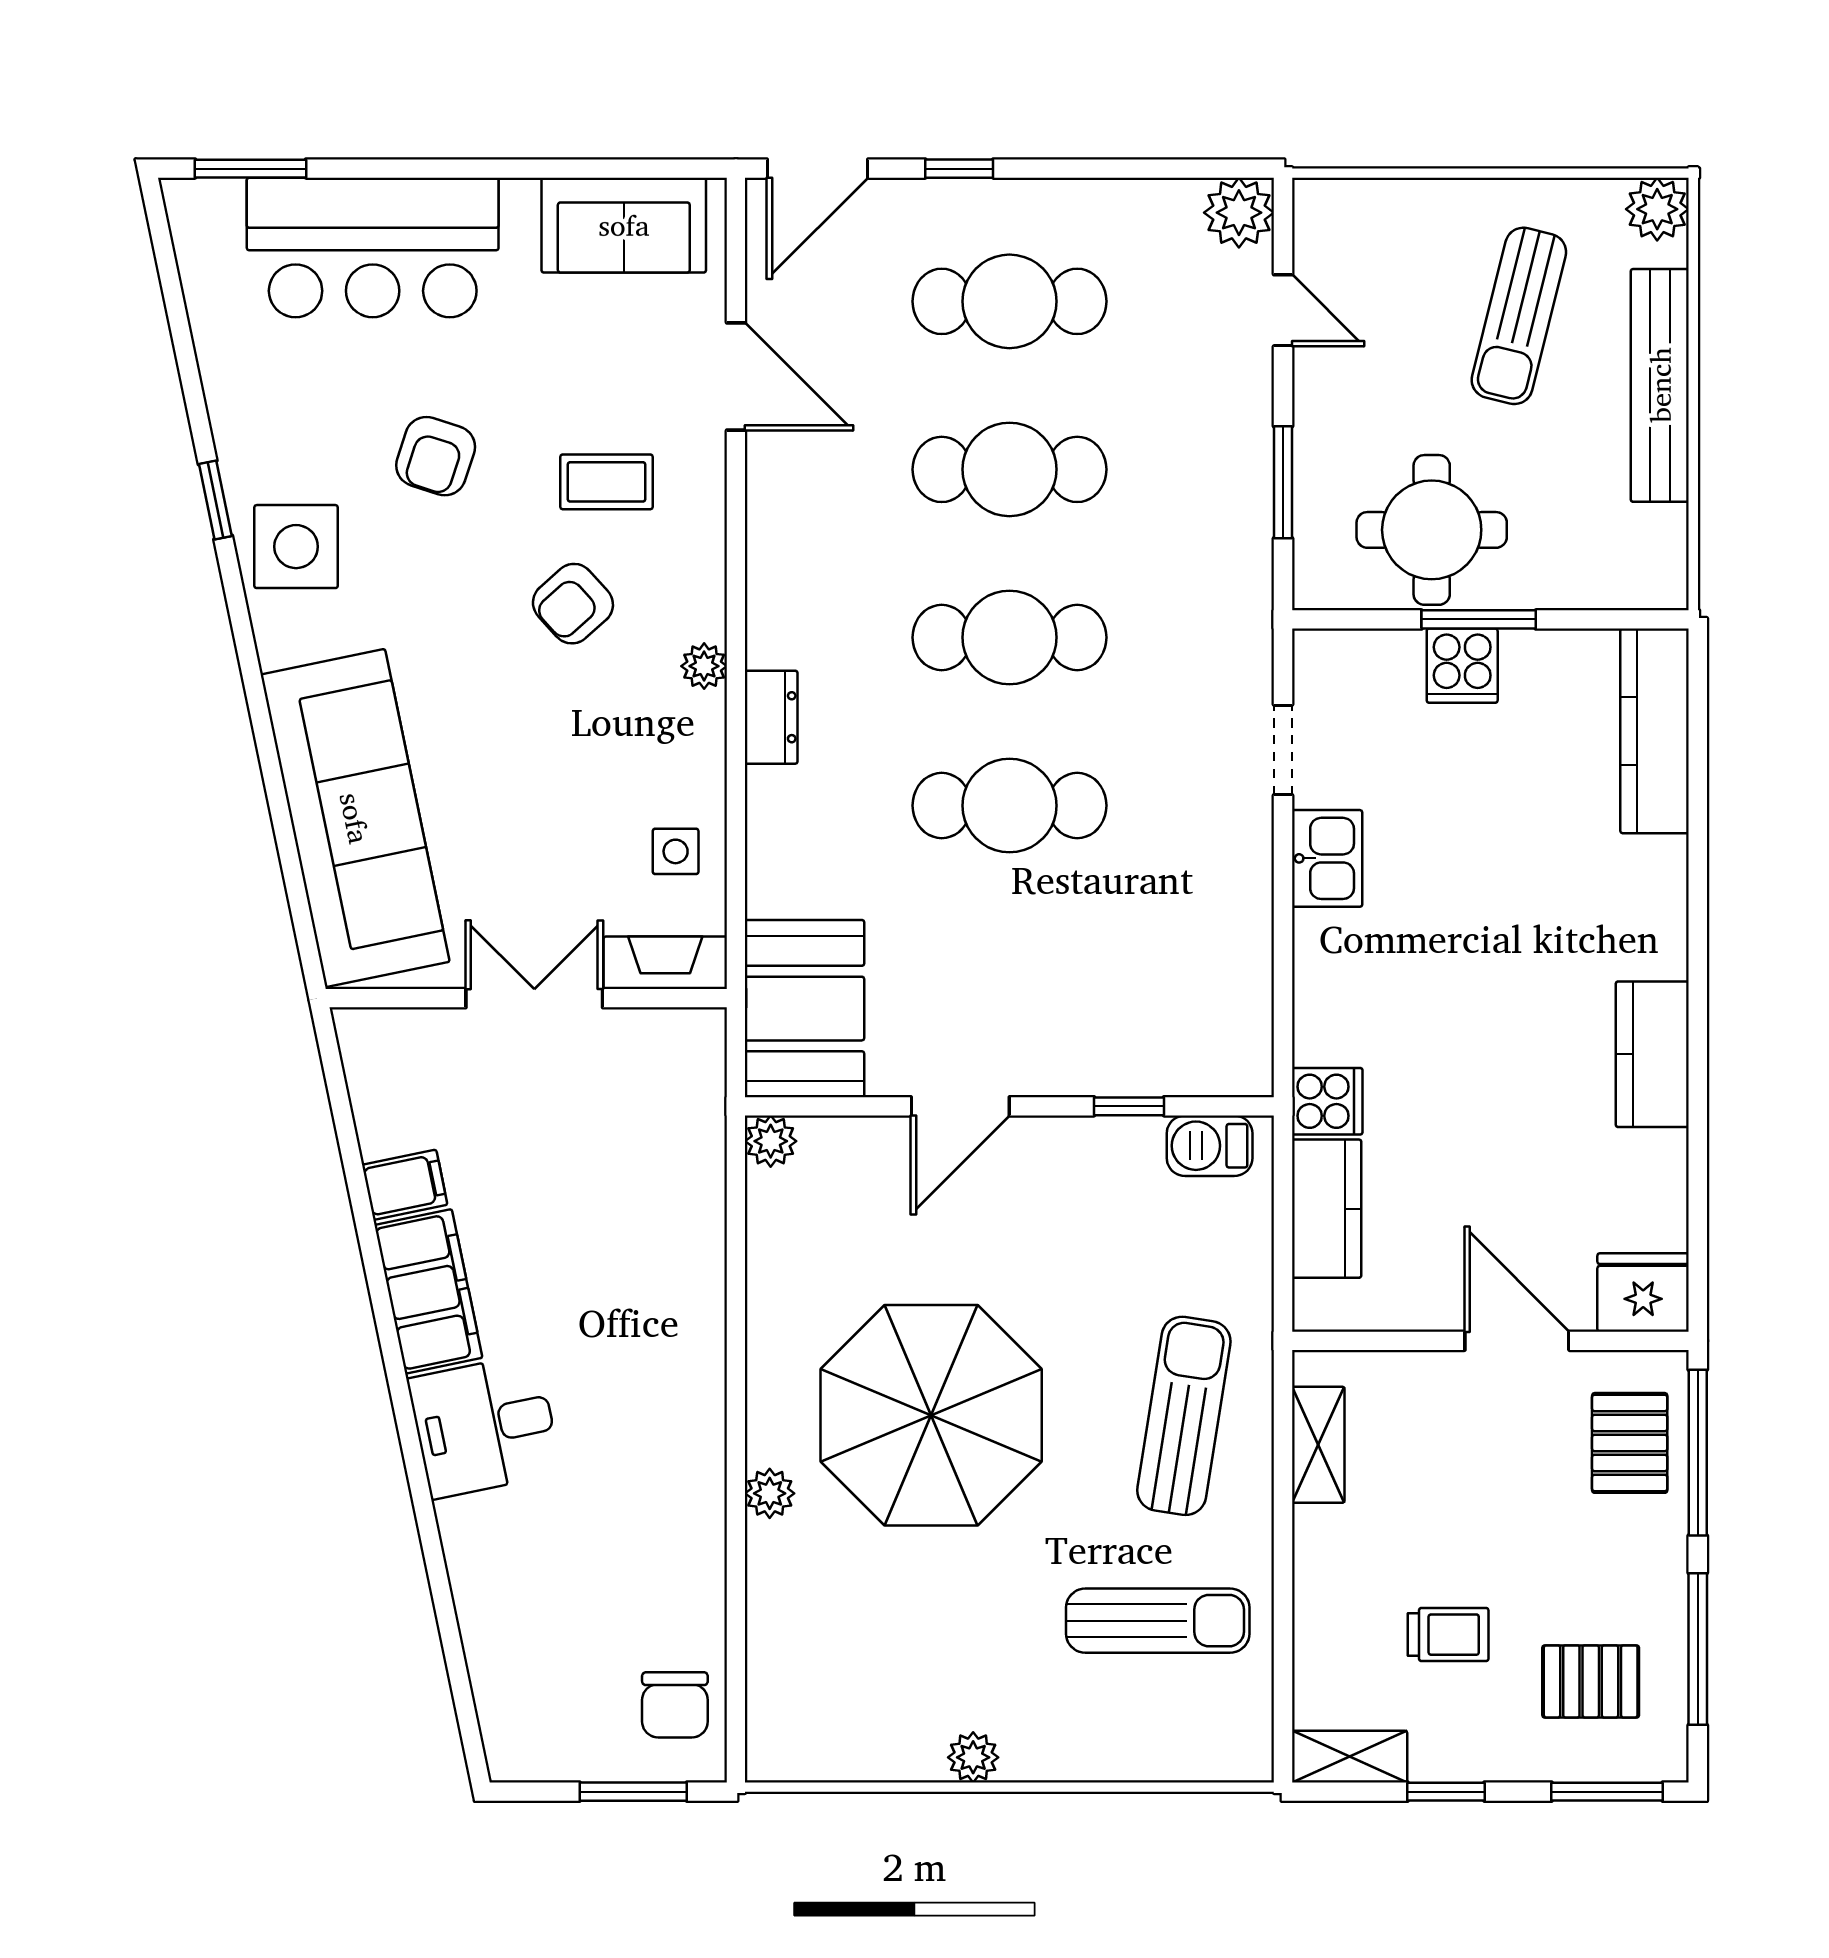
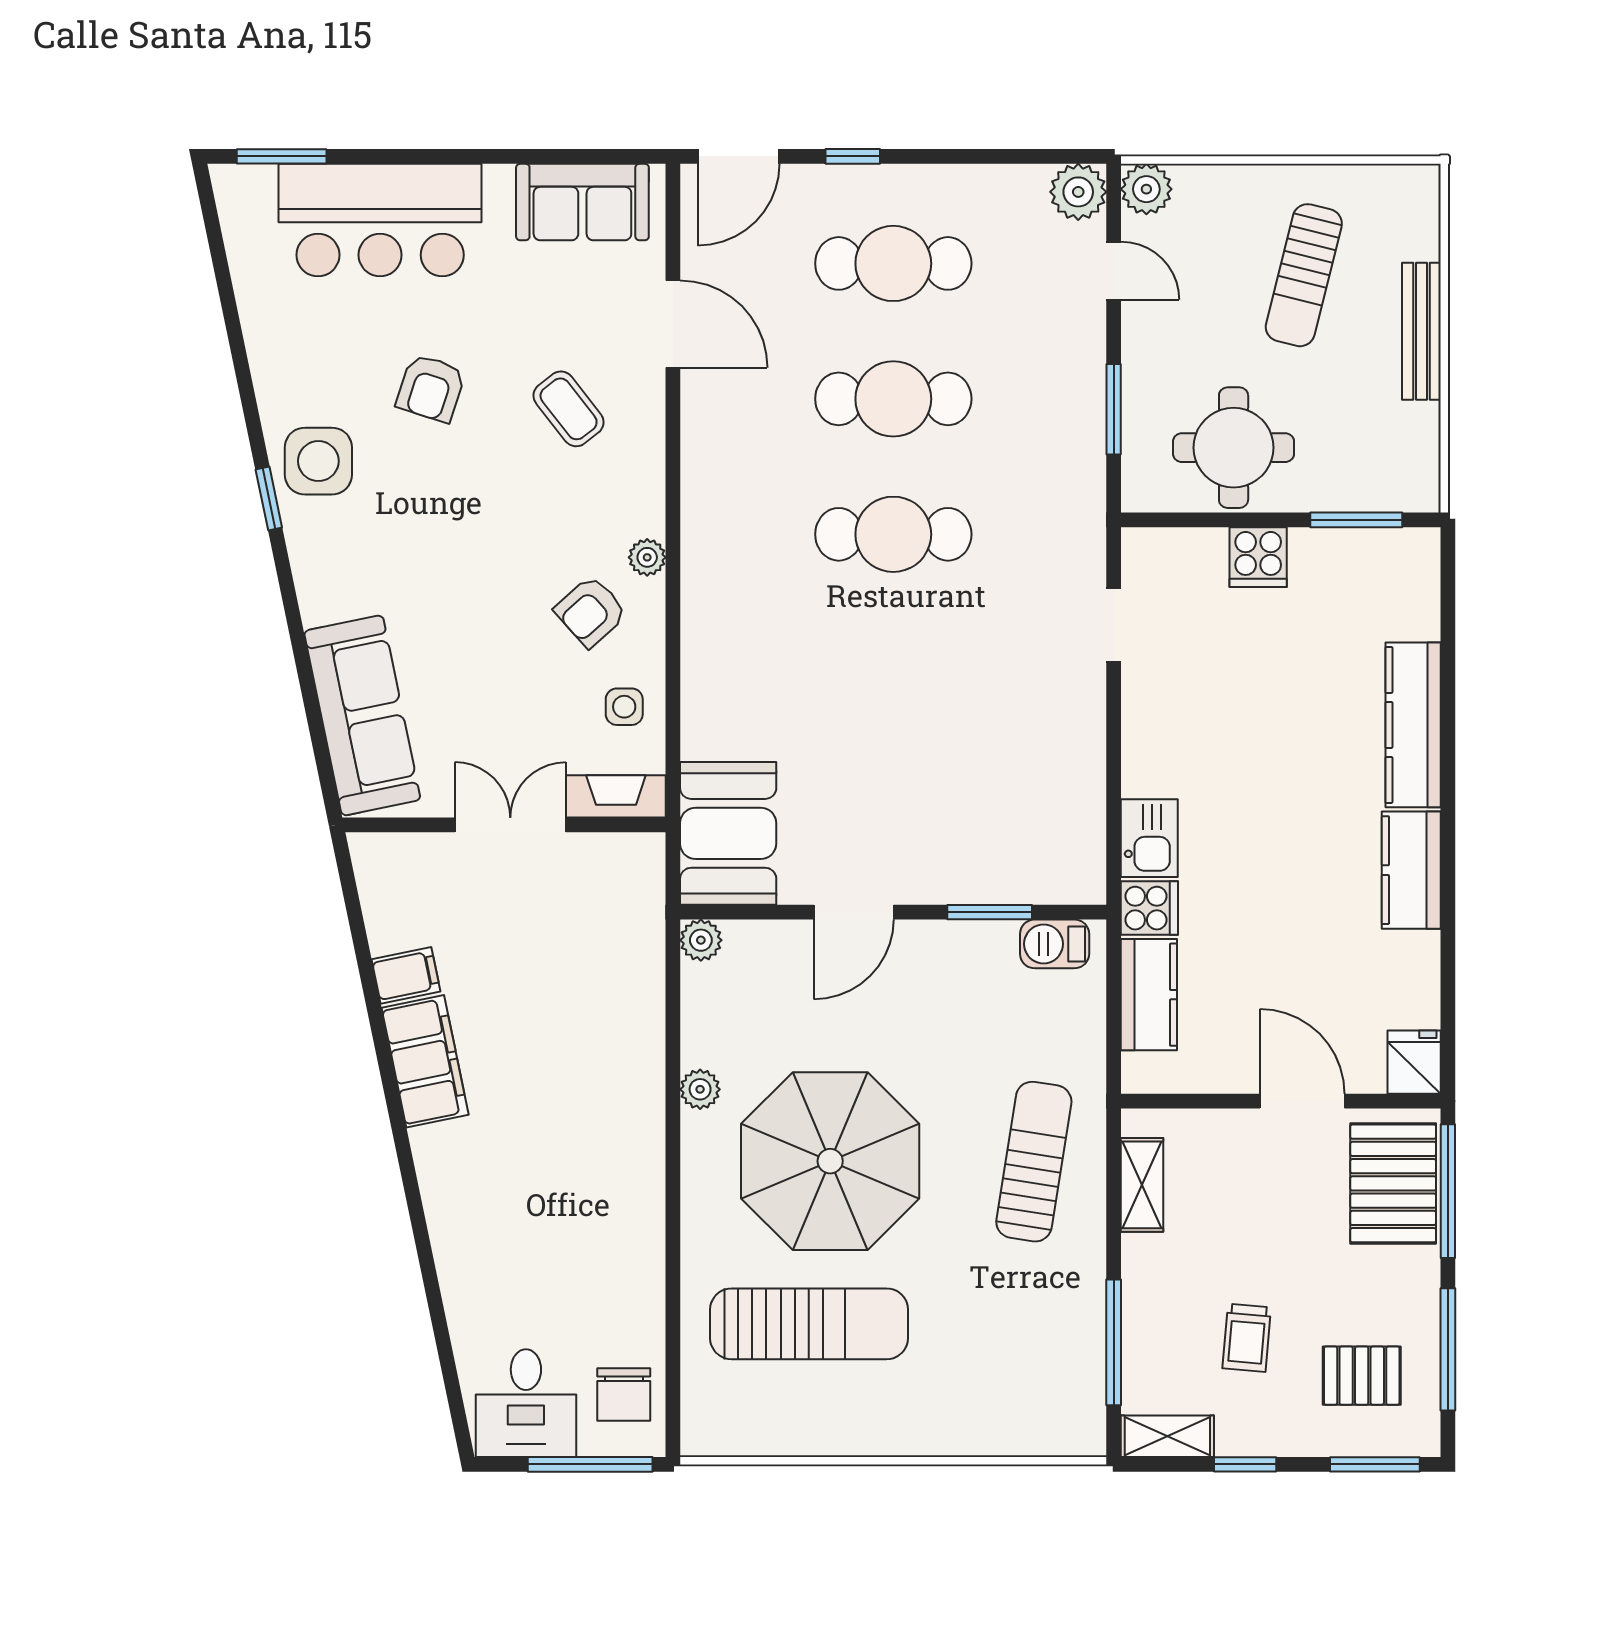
plant: (1657, 209) -> (1146, 189), moved
bench: (1660, 385) -> (1421, 331), width x0.73, depth x0.82
coffee table: (606, 482) -> (569, 409), turned 52
window: (215, 500) -> (269, 499), moved
armchair: (573, 604) -> (591, 611), moved
window: (1479, 619) -> (1356, 520), moved
dresser: (771, 717) -> (701, 599), removed
kitchen counter: (1655, 731) -> (1413, 725), moved
cafe table: (1009, 806) -> (893, 670), removed
sofa: (355, 818) -> (362, 715), width x0.74, depth x0.79
kitchen sink: (1327, 858) -> (1149, 838), moved
window: (1129, 1106) -> (990, 912), width x1.50
fridge: (1643, 1292) -> (1414, 1062), width x0.72
desk: (484, 1426) -> (526, 1403), moved, turned -78
pallet: (1630, 1443) -> (1393, 1183), width x1.50, depth x1.42
plant: (770, 1493) -> (700, 1089), moved
sun lounger: (1158, 1621) -> (809, 1324), moved, width x1.36, depth x1.34
trolley: (1448, 1635) -> (1247, 1338), turned 95
window: (1283, 1640) -> (1114, 1342), added
plant: (973, 1757) -> (864, 1437), removed
window: (633, 1792) -> (590, 1464), width x1.44

